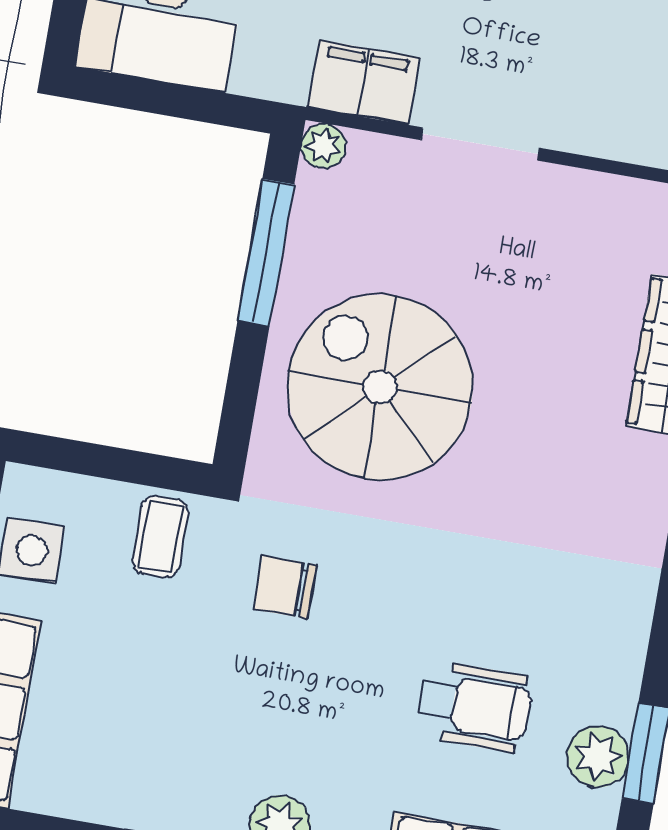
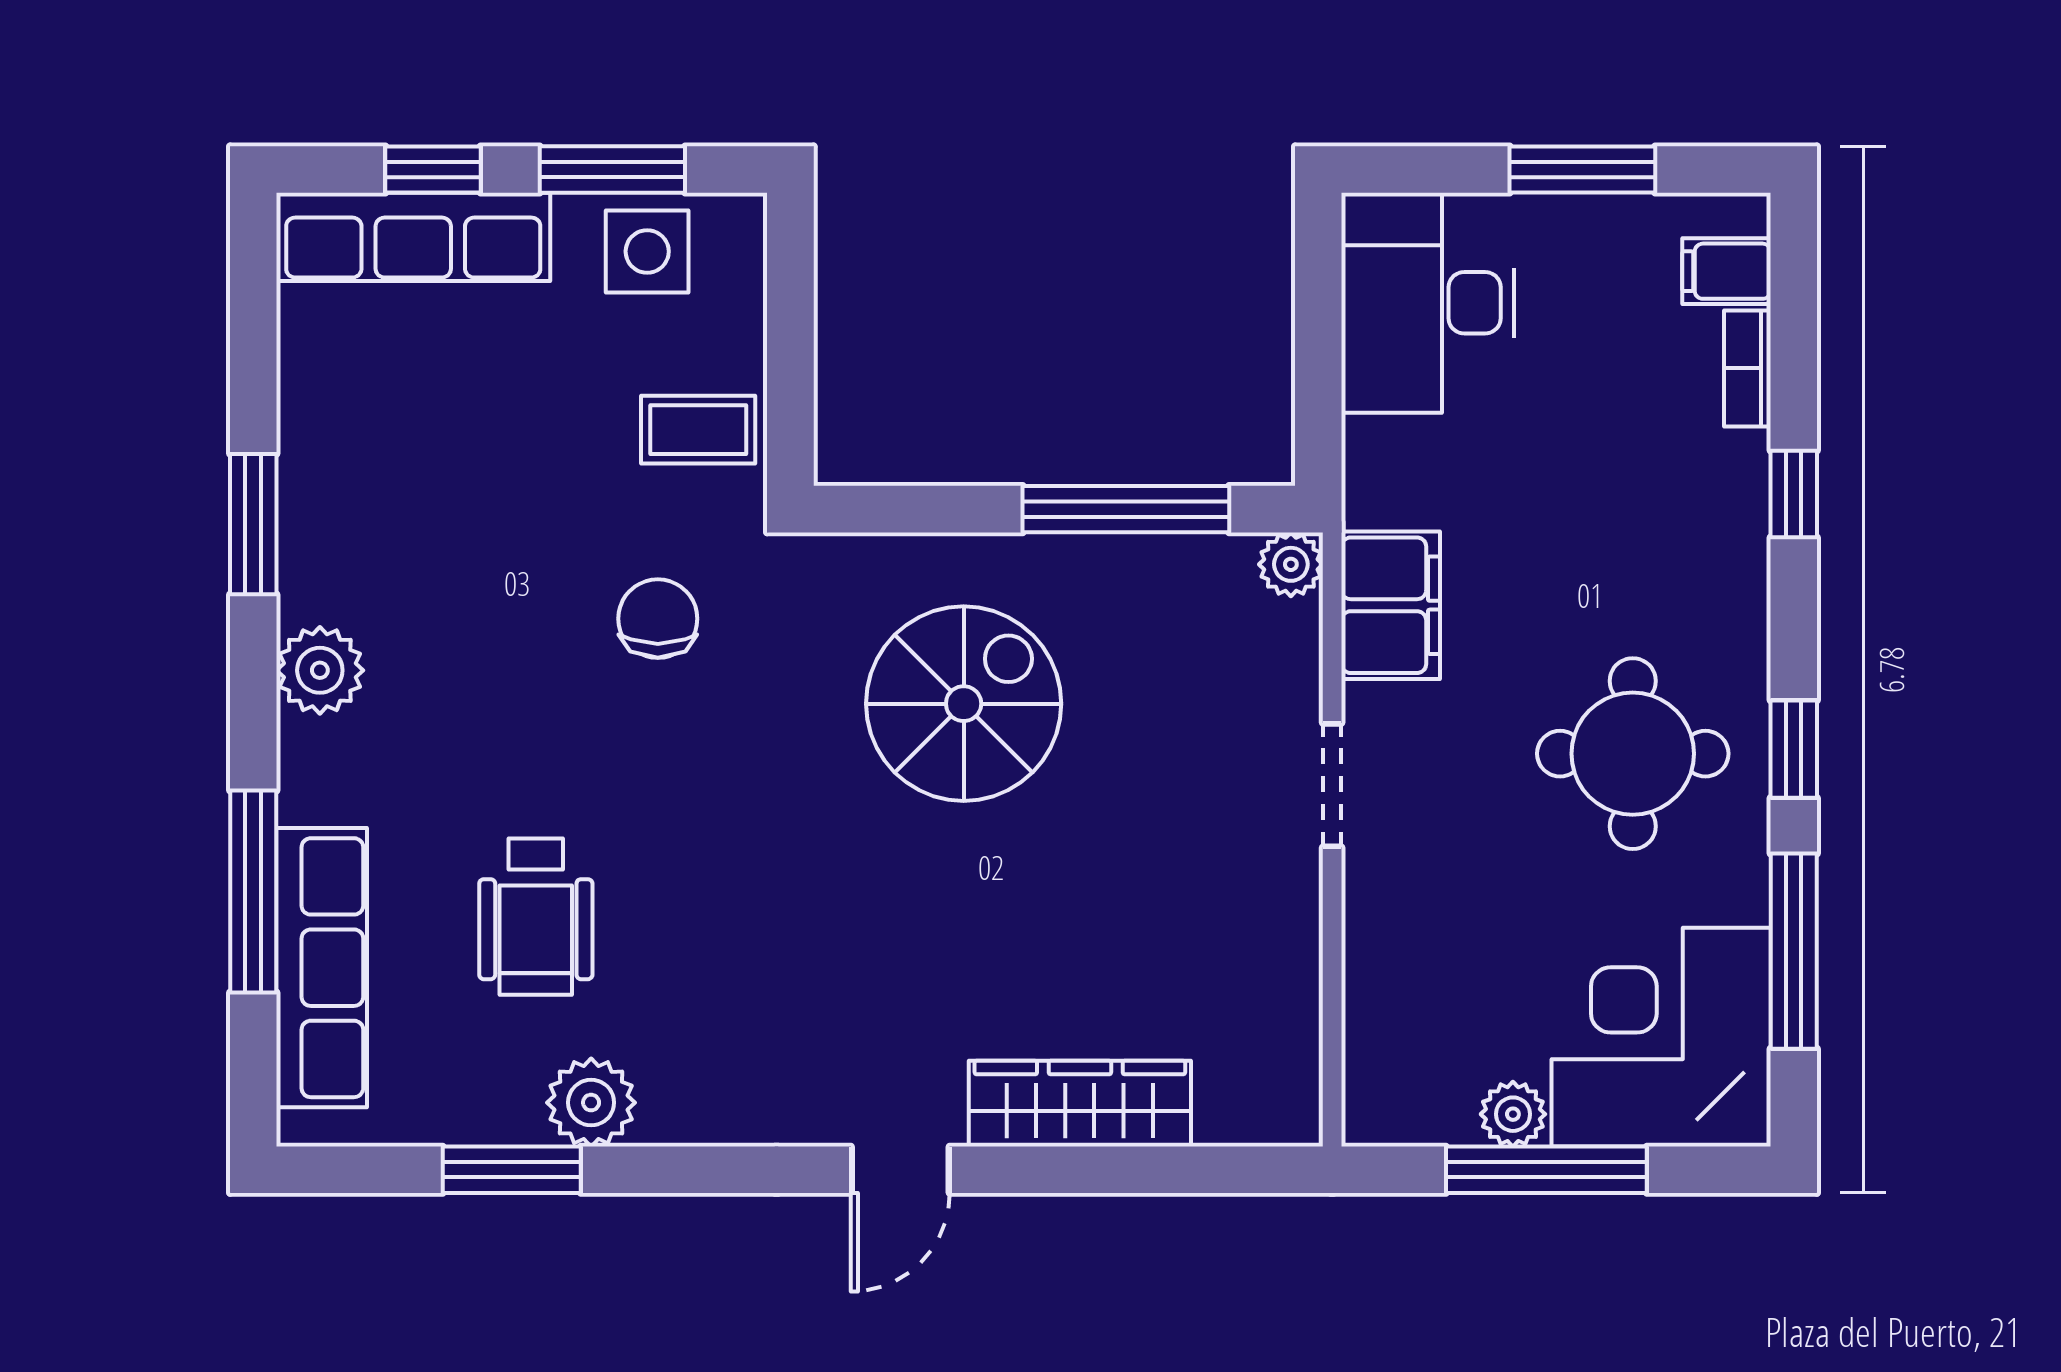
doorway: (480, 144) -> (1332, 785), width x0.73
spiral stairs: (380, 387) -> (964, 704), width x0.73, depth x0.73
plant: (598, 757) -> (591, 1103), moved

